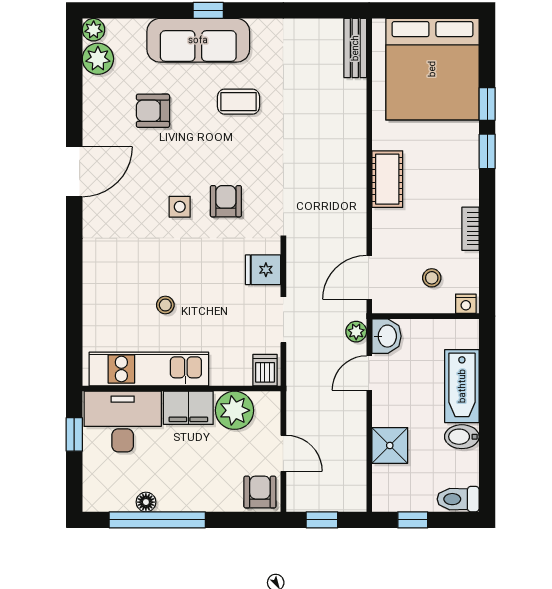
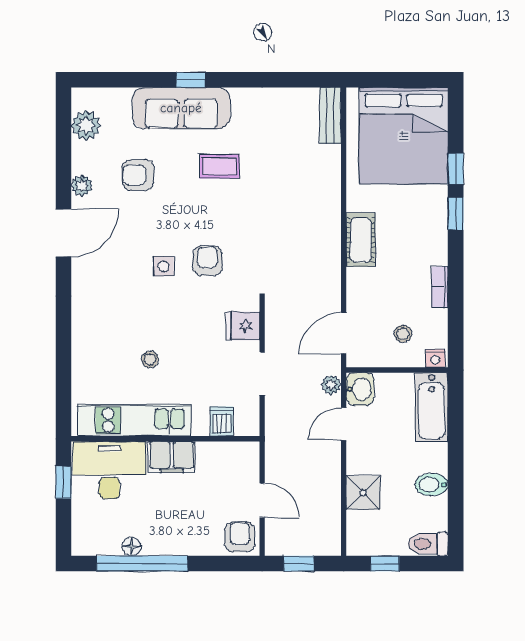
plant: (94, 30) -> (82, 186), moved
dishwasher: (265, 370) -> (222, 421), moved
bathtub: (462, 386) -> (432, 407), moved
plant: (235, 410) -> (216, 460), removed

